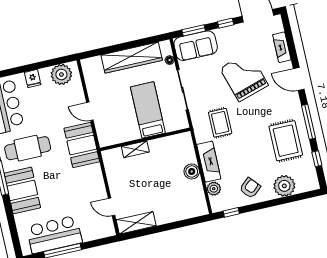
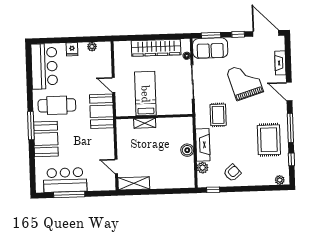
plant: (61, 74) -> (92, 47), width x0.53, depth x0.53
bed: (148, 110) -> (145, 94), moved
plant: (284, 186) -> (280, 180), moved, width x0.53, depth x0.53

